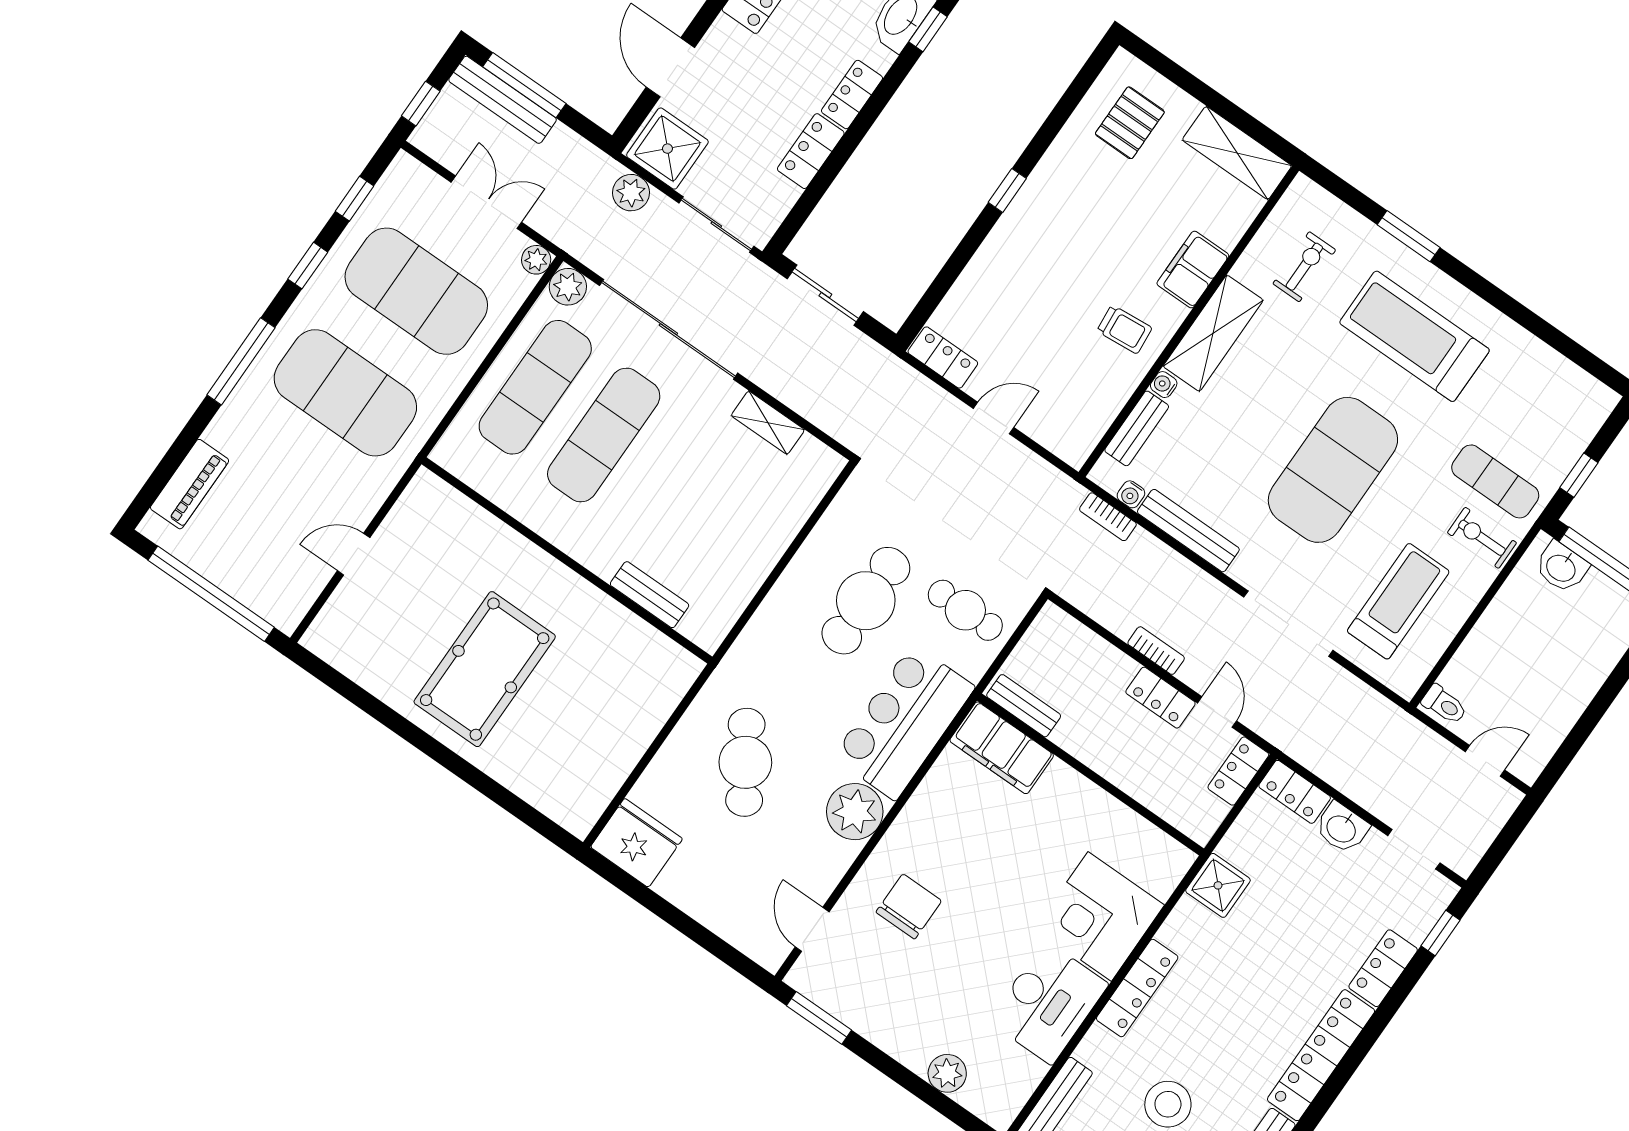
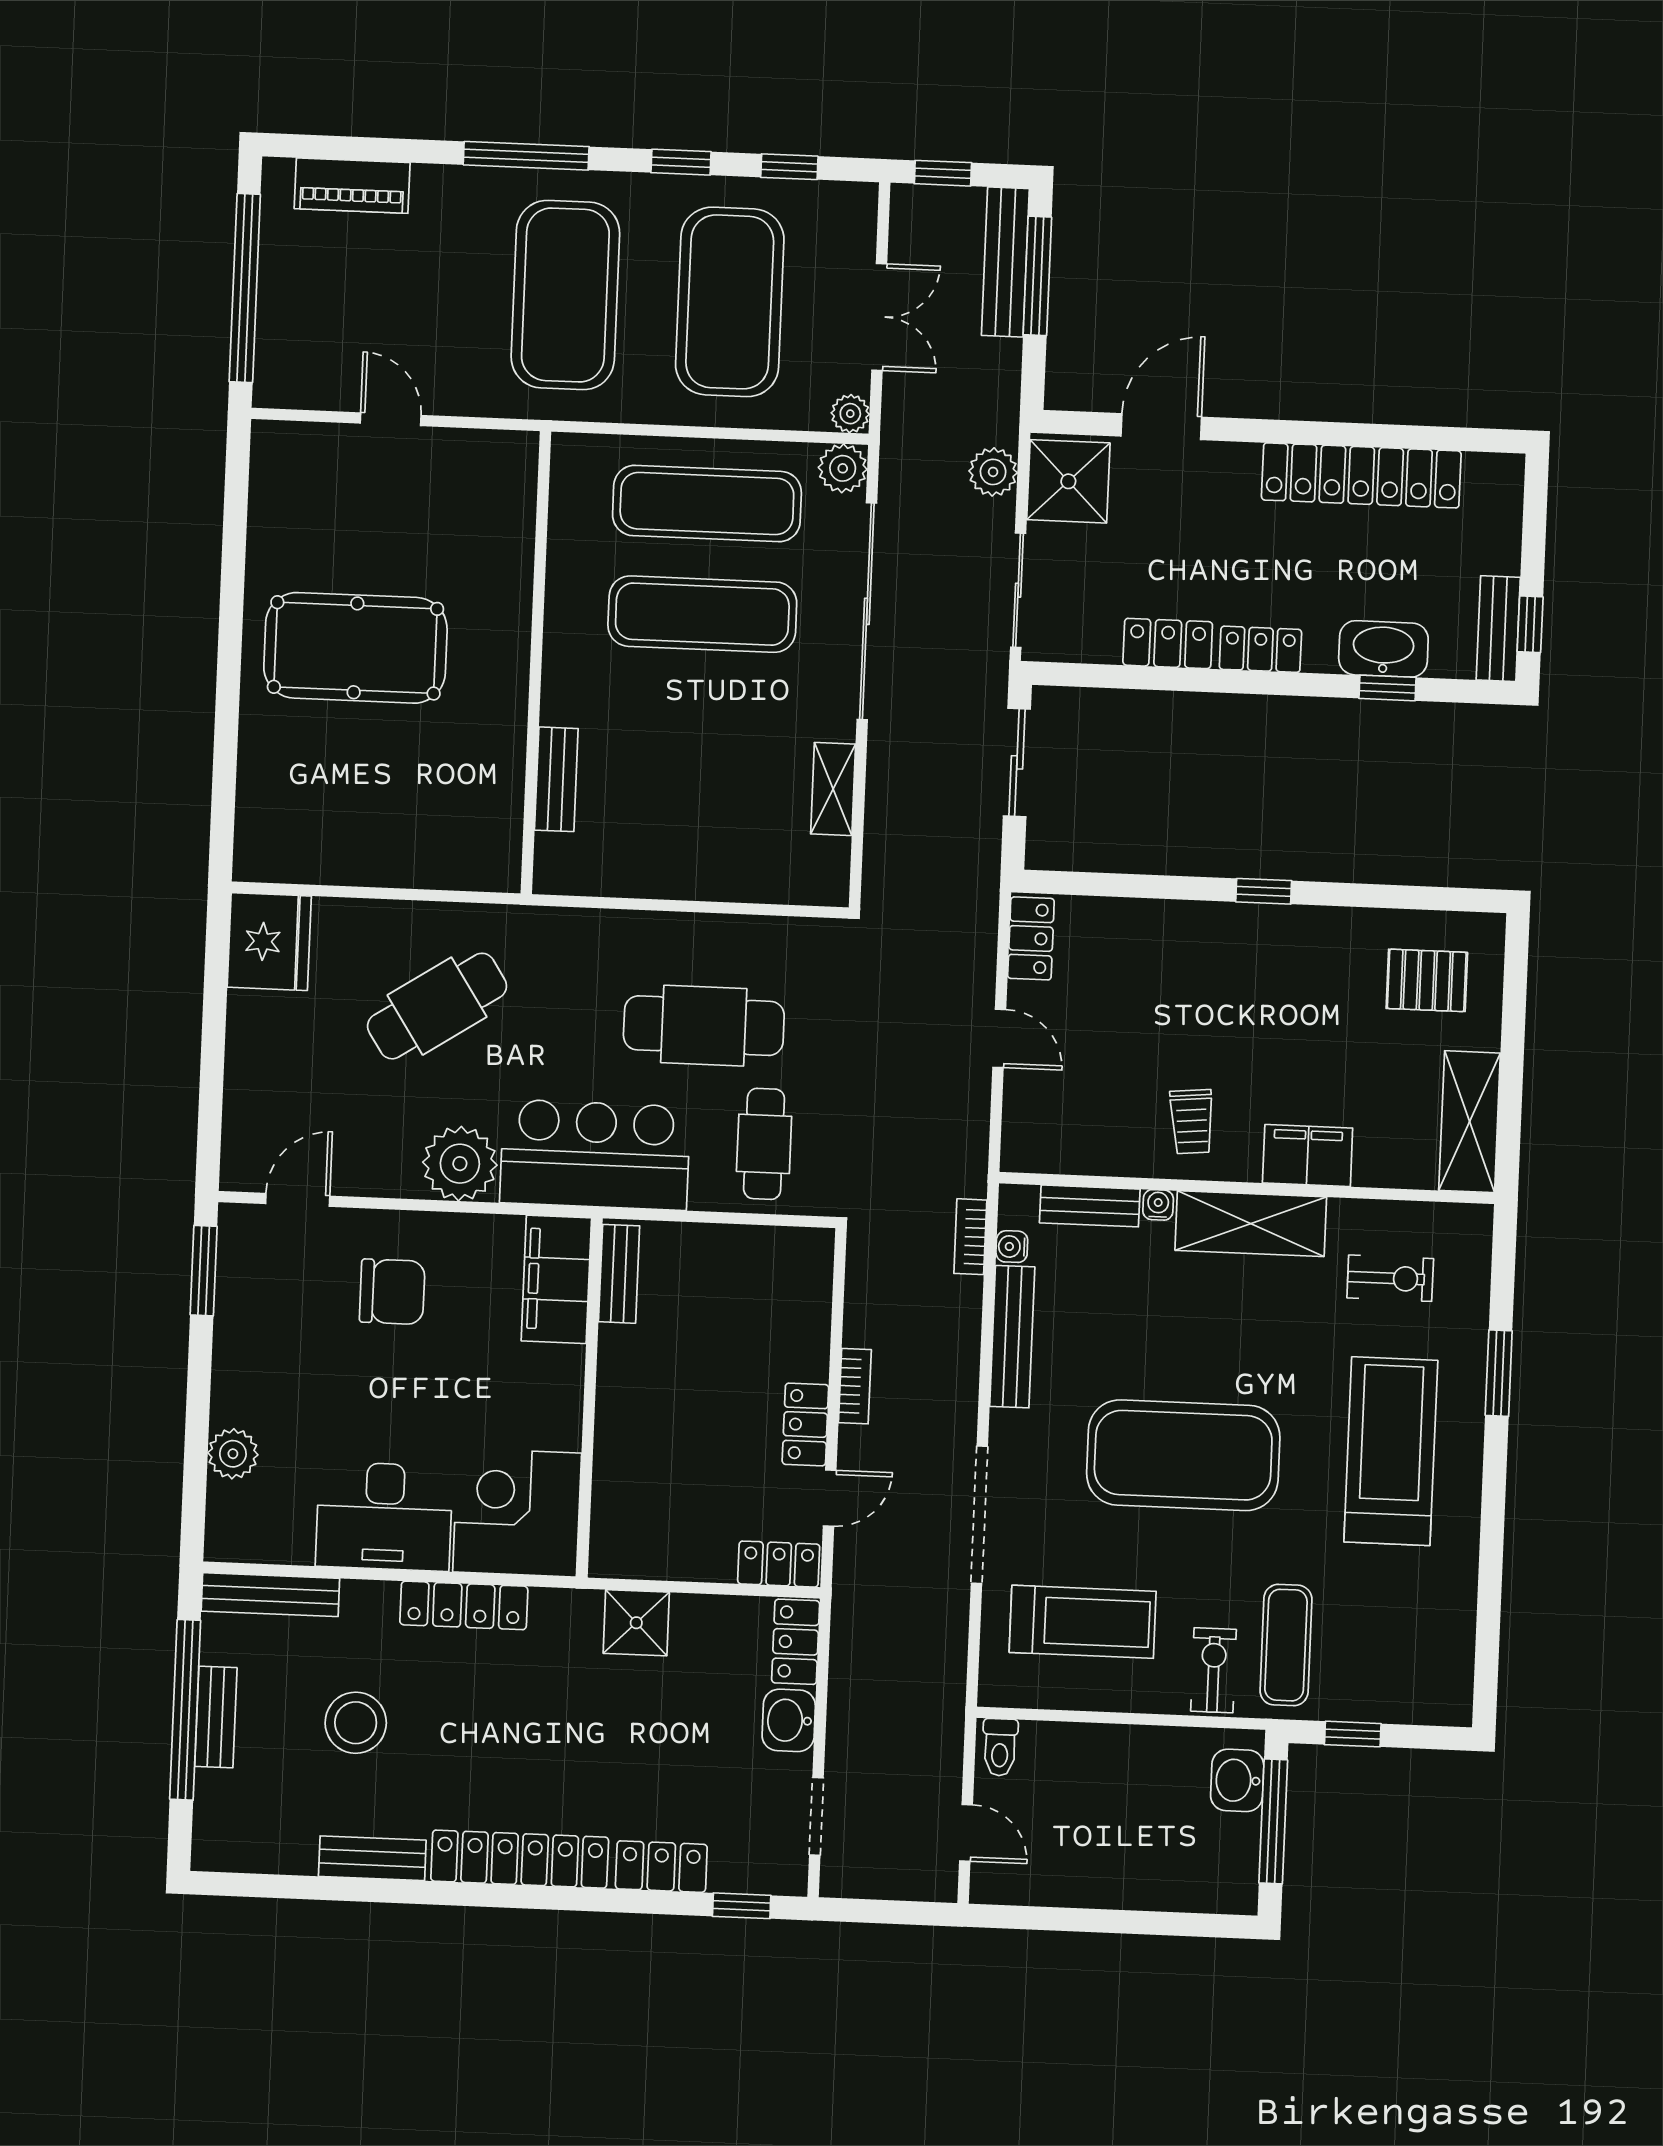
bench: (1024, 706) -> (619, 1274), moved
filing cabinet: (1002, 748) -> (556, 1279), moved
wall: (1090, 775) -> (590, 1398), moved

